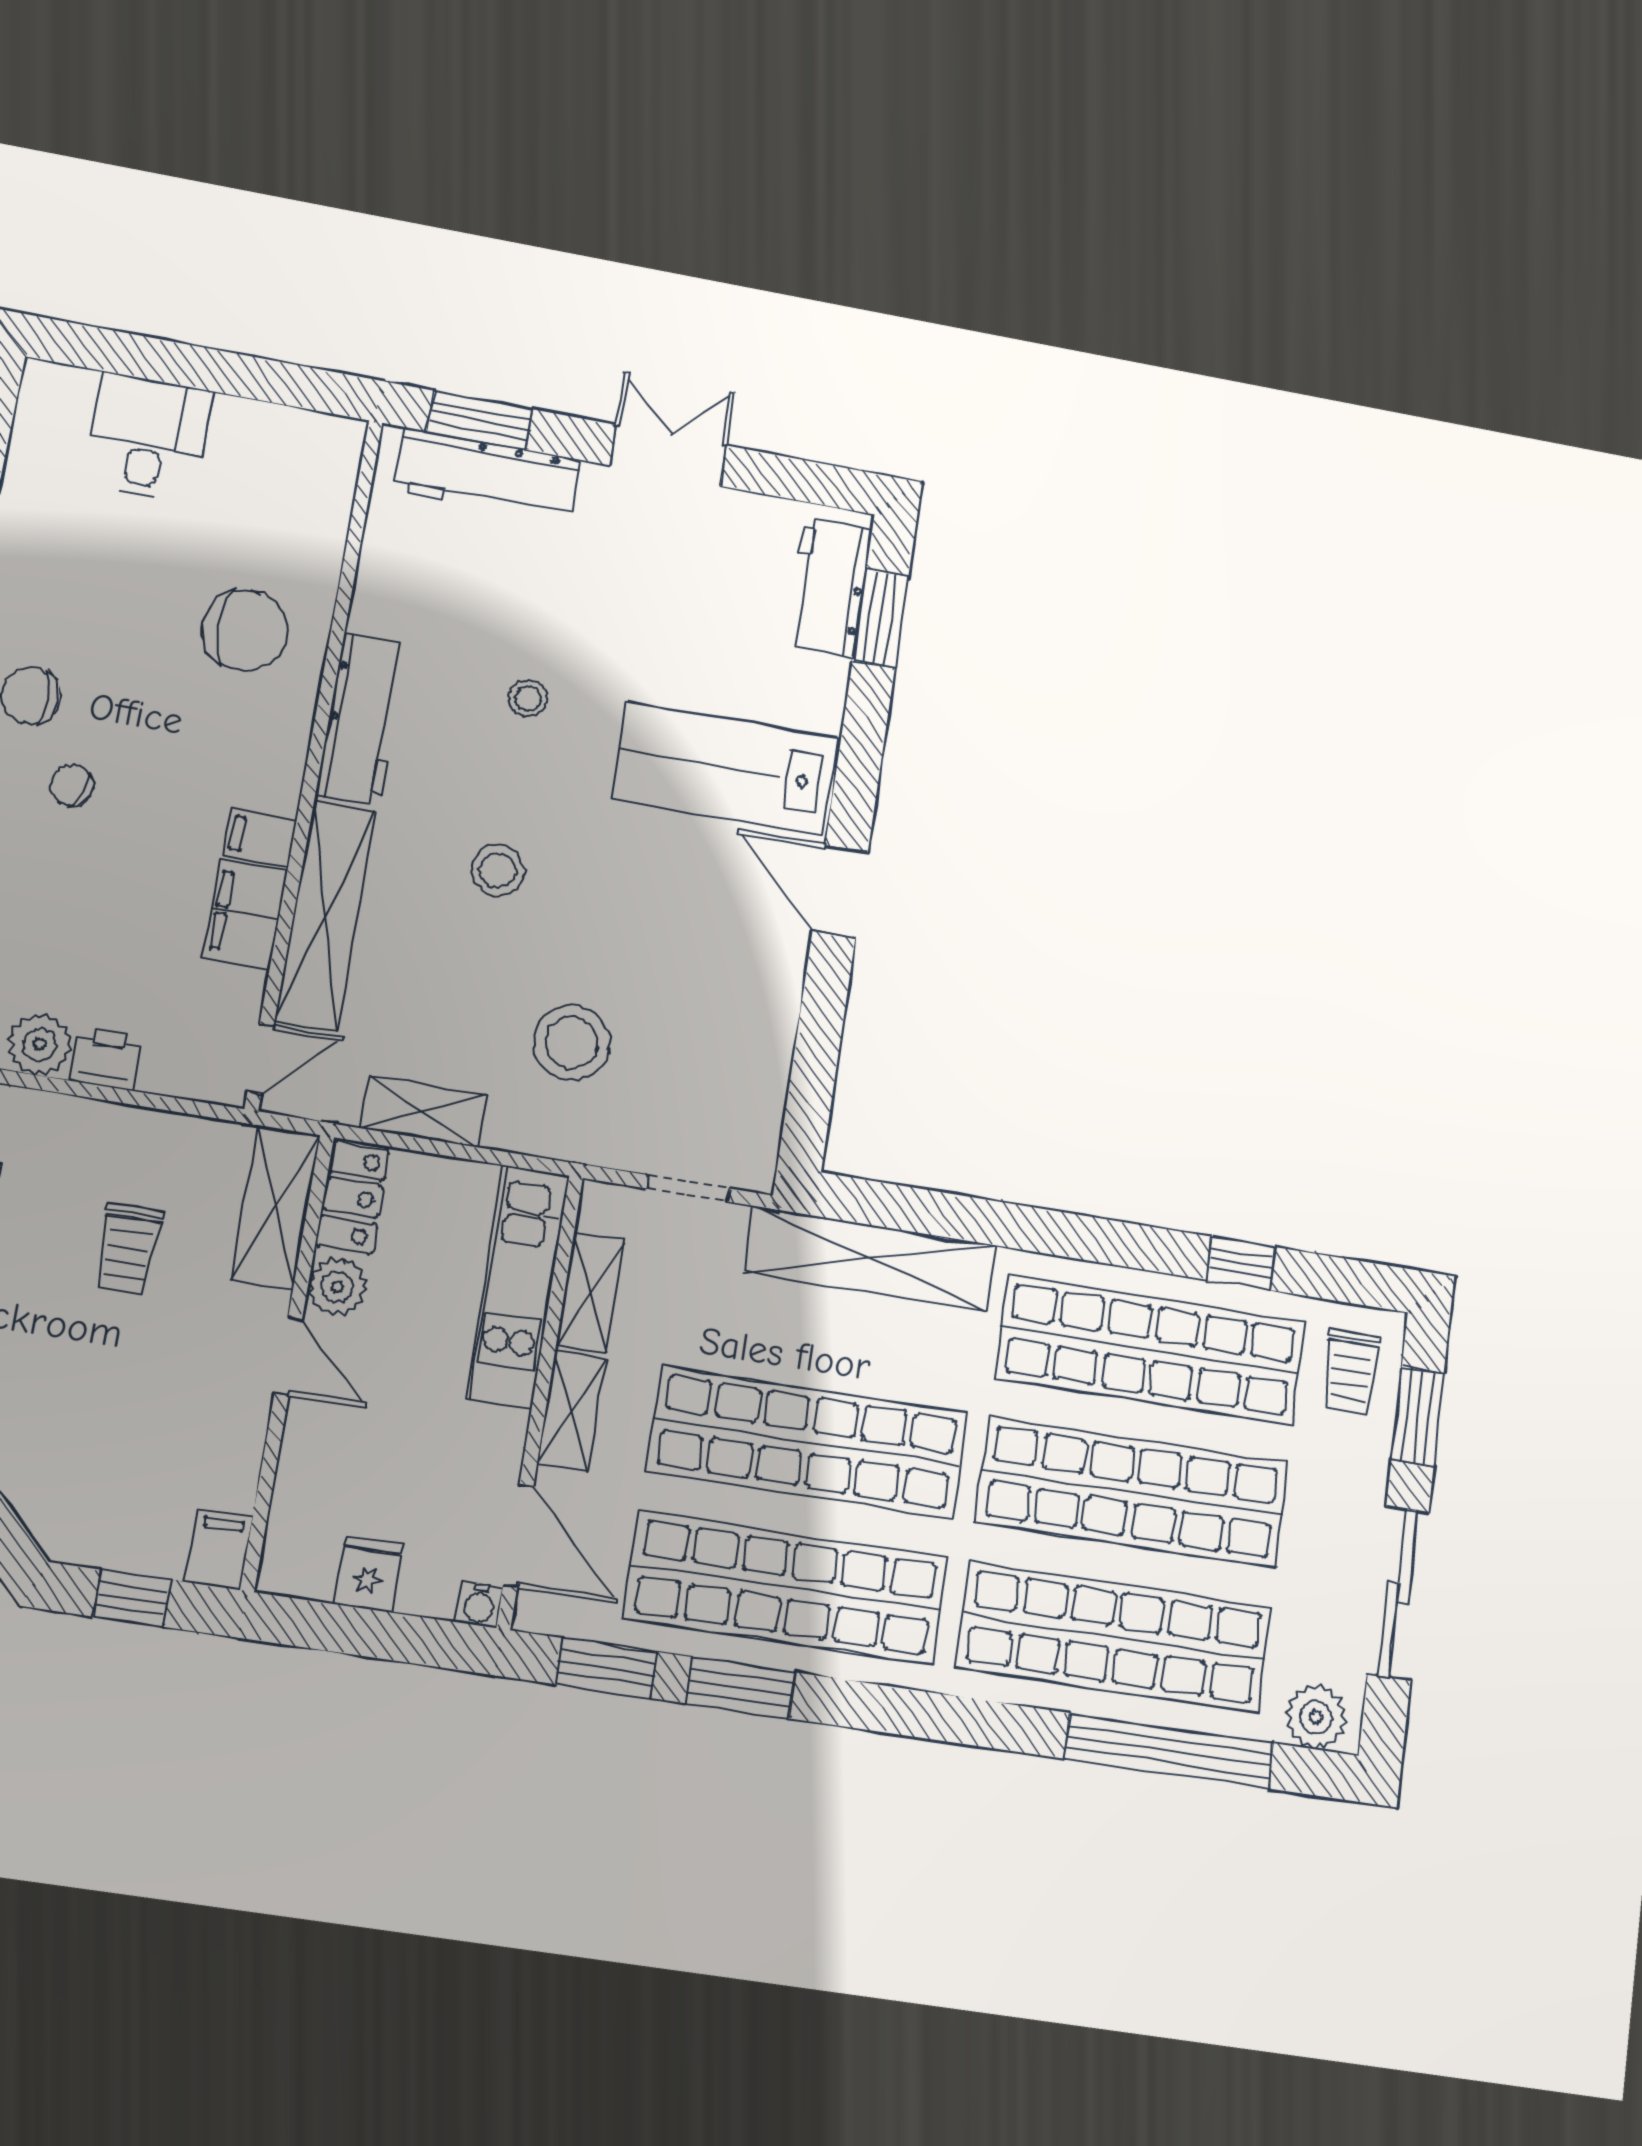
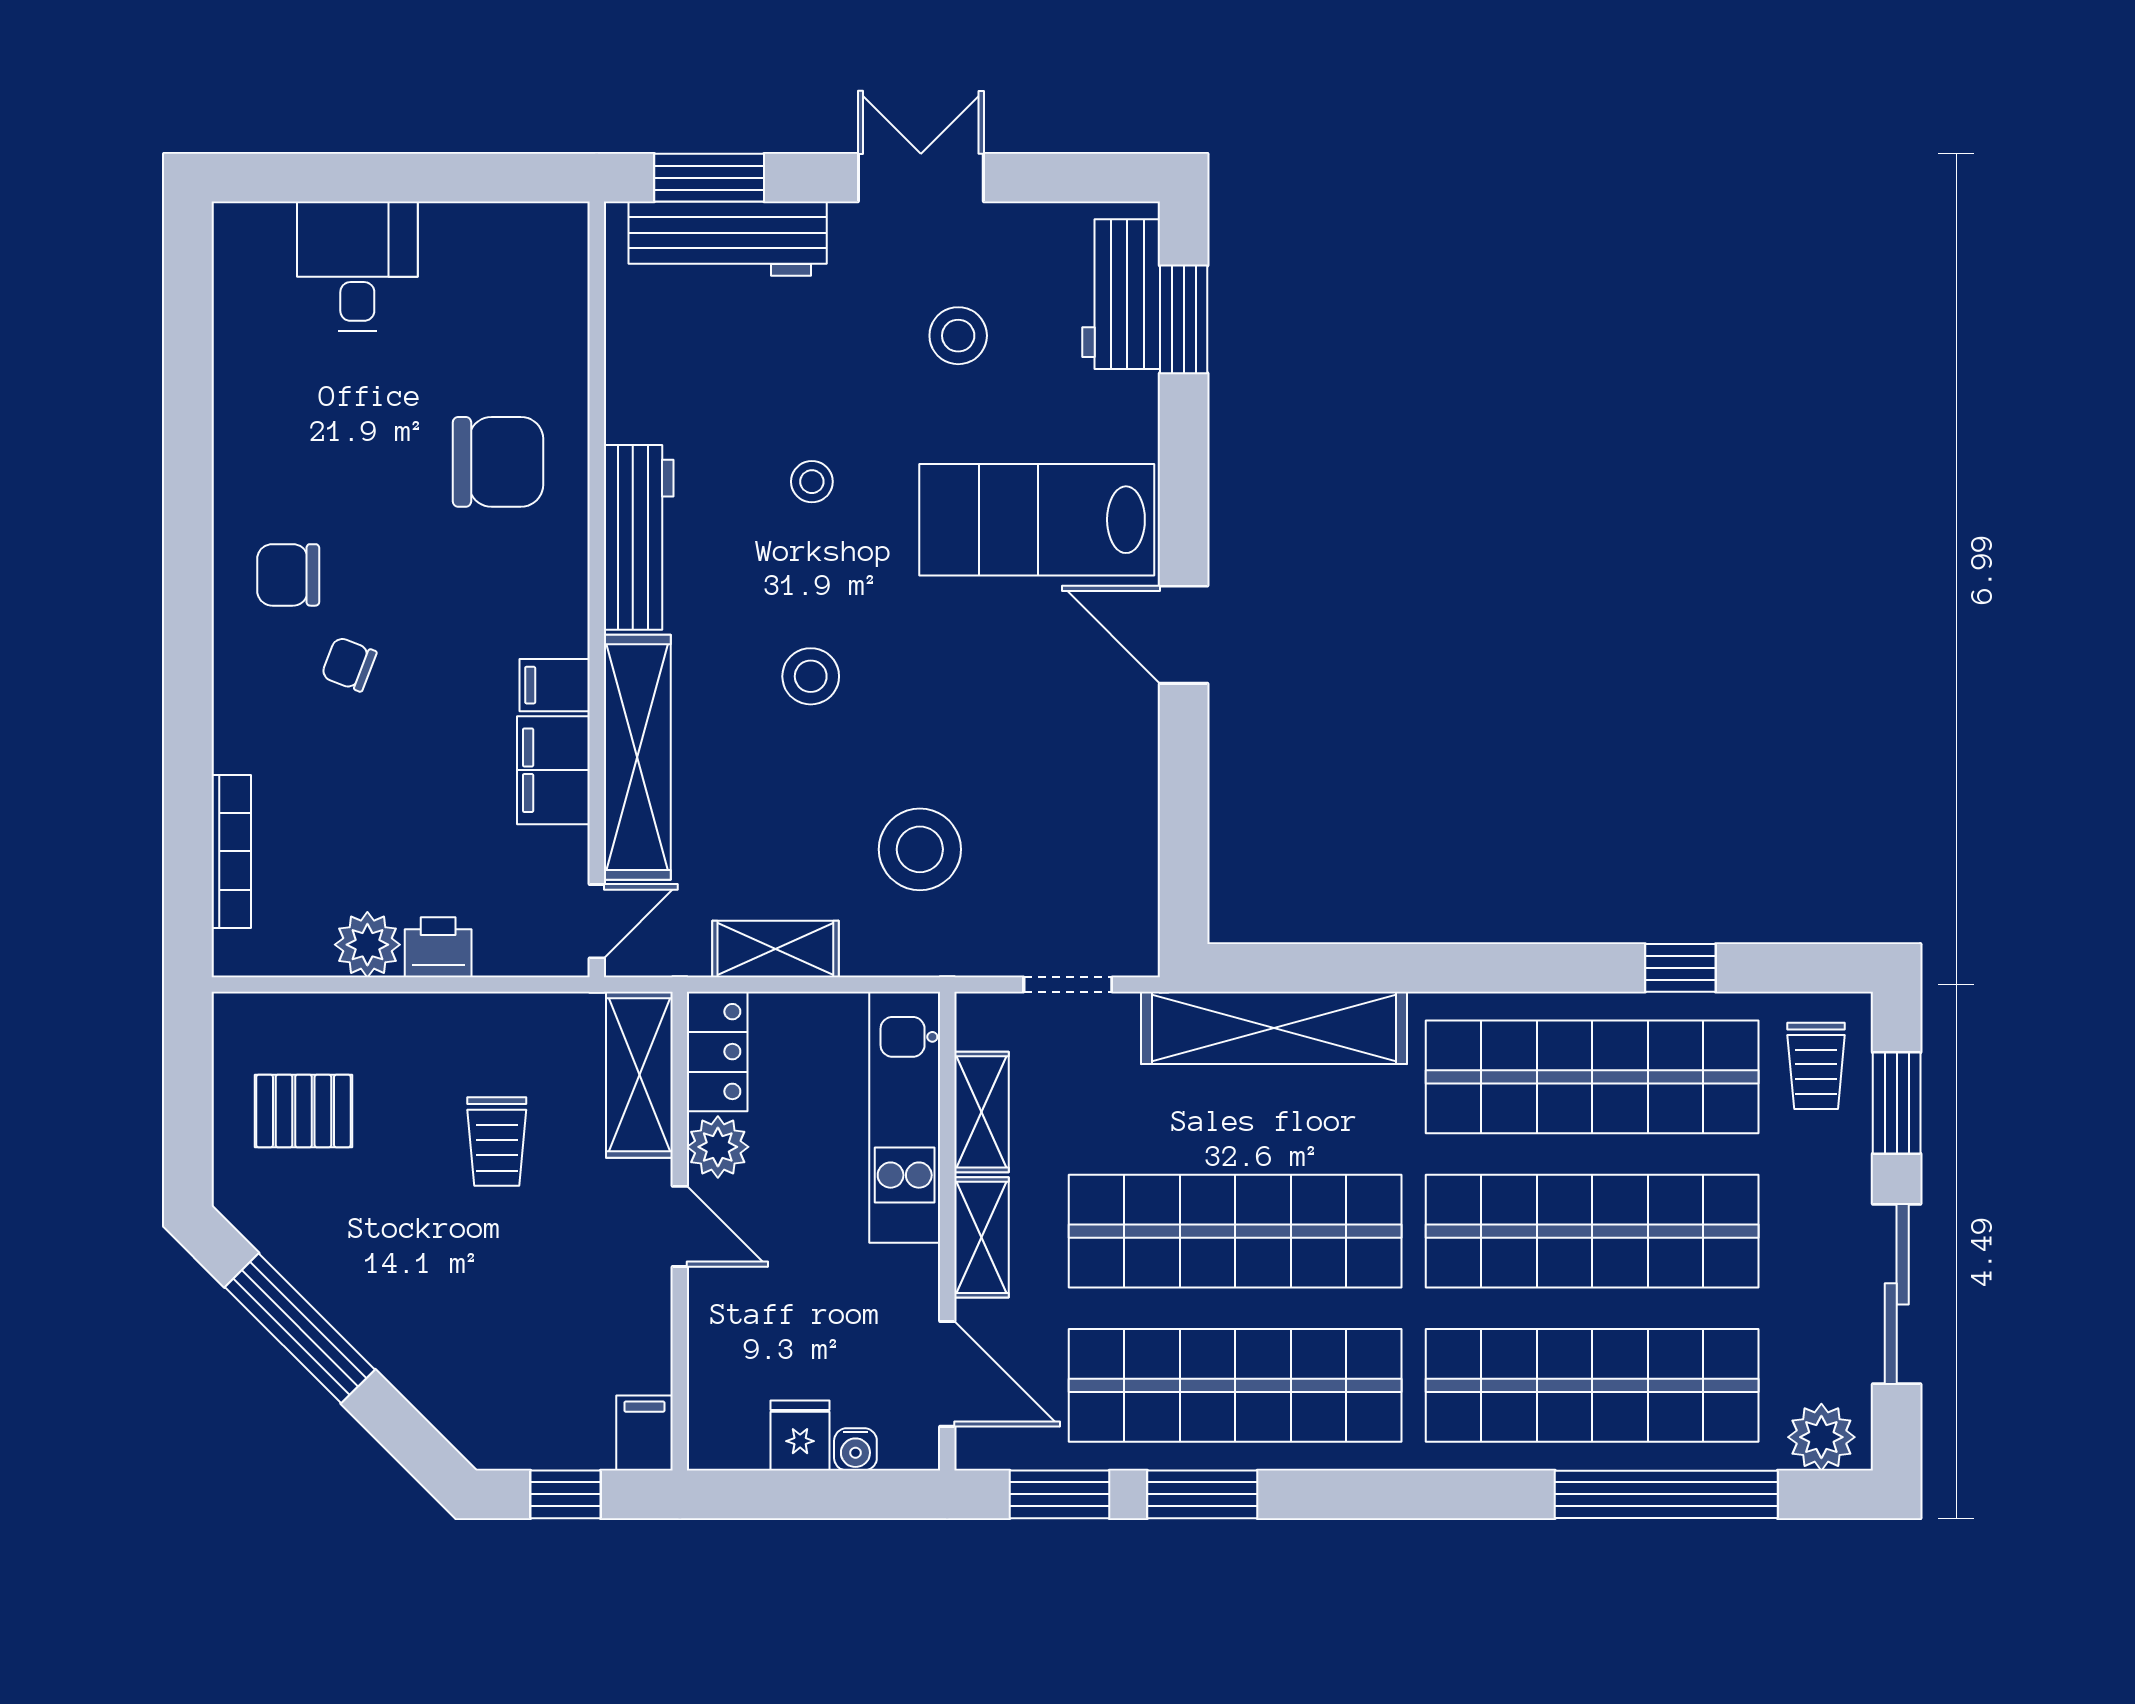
stool: (680, 596) -> (958, 336), added
water cooler: (480, 1605) -> (855, 1449), moved

